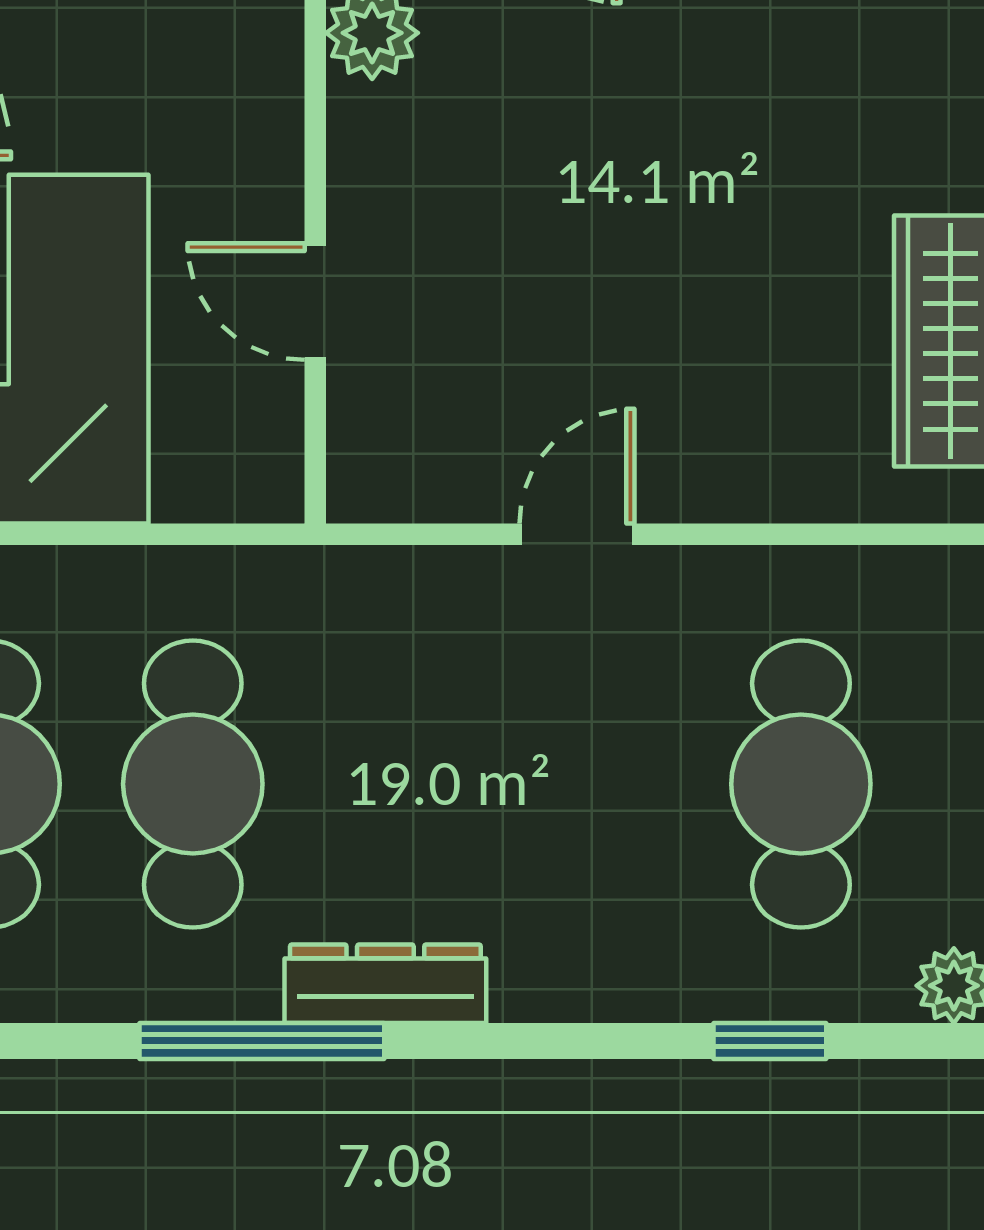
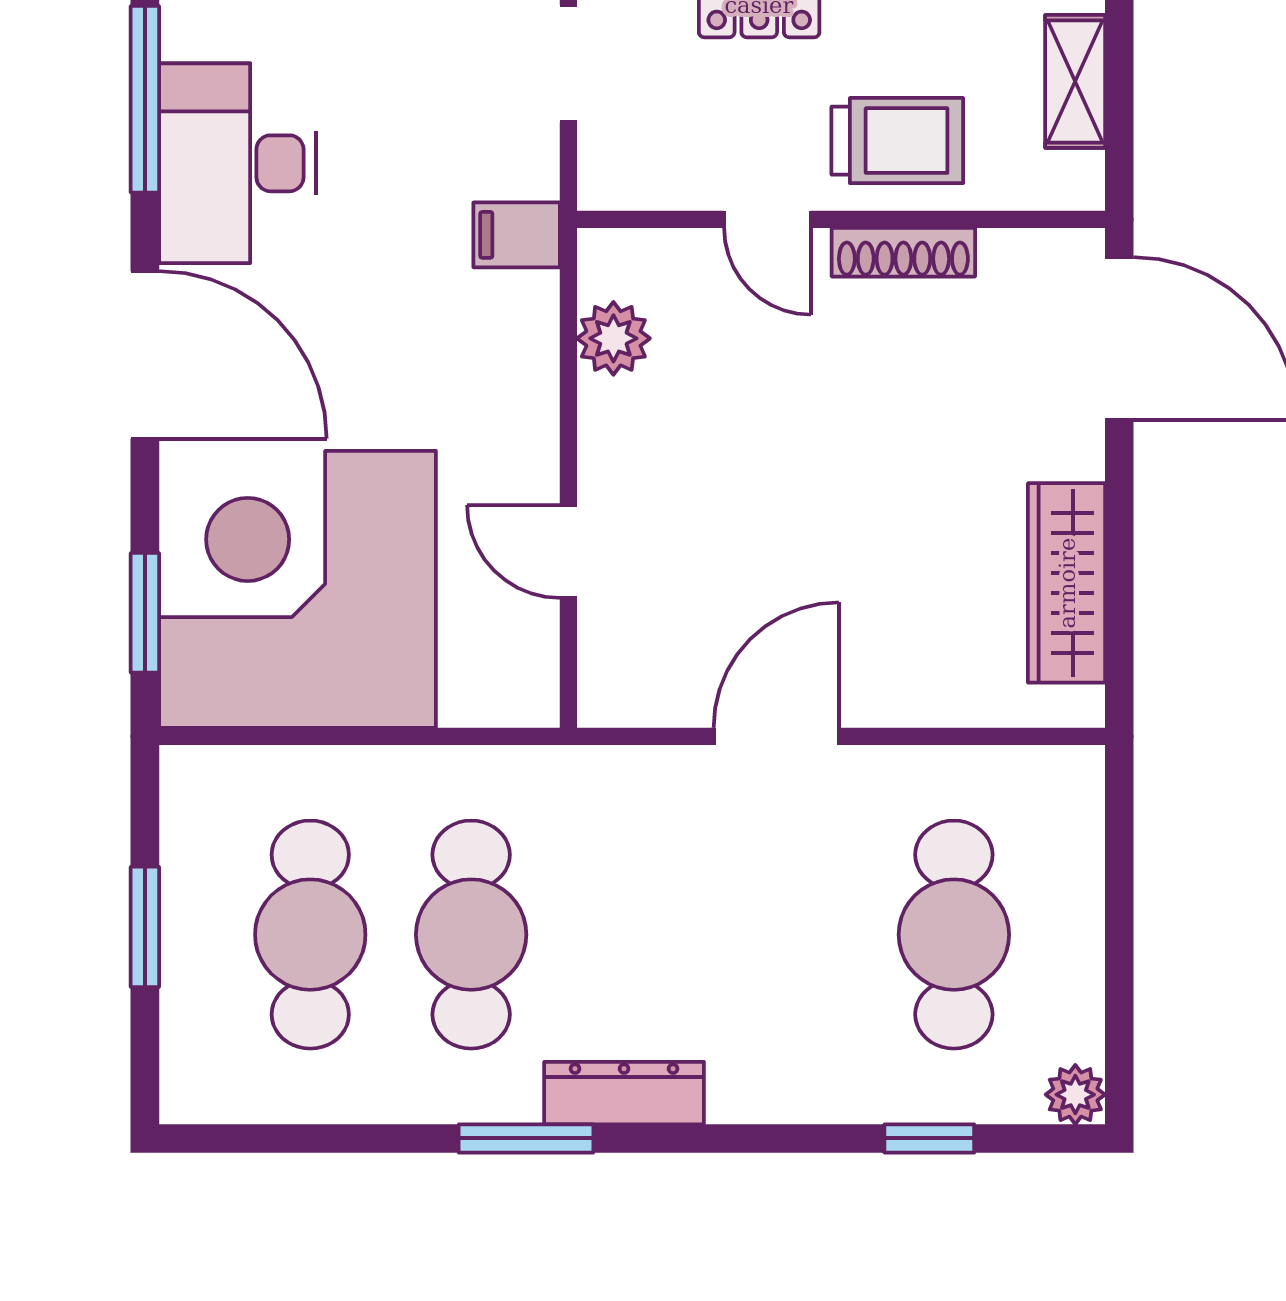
door: (577, 534) -> (776, 736), width x1.38
window: (262, 1041) -> (526, 1138), width x0.69

